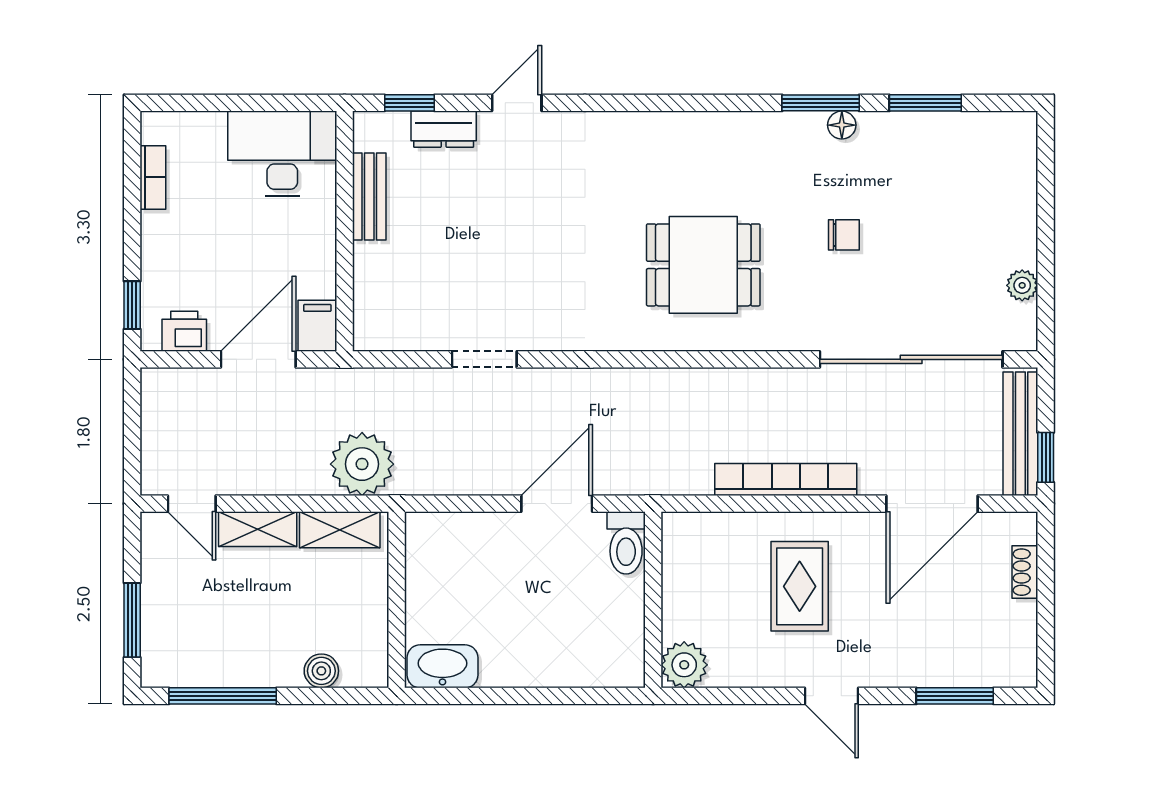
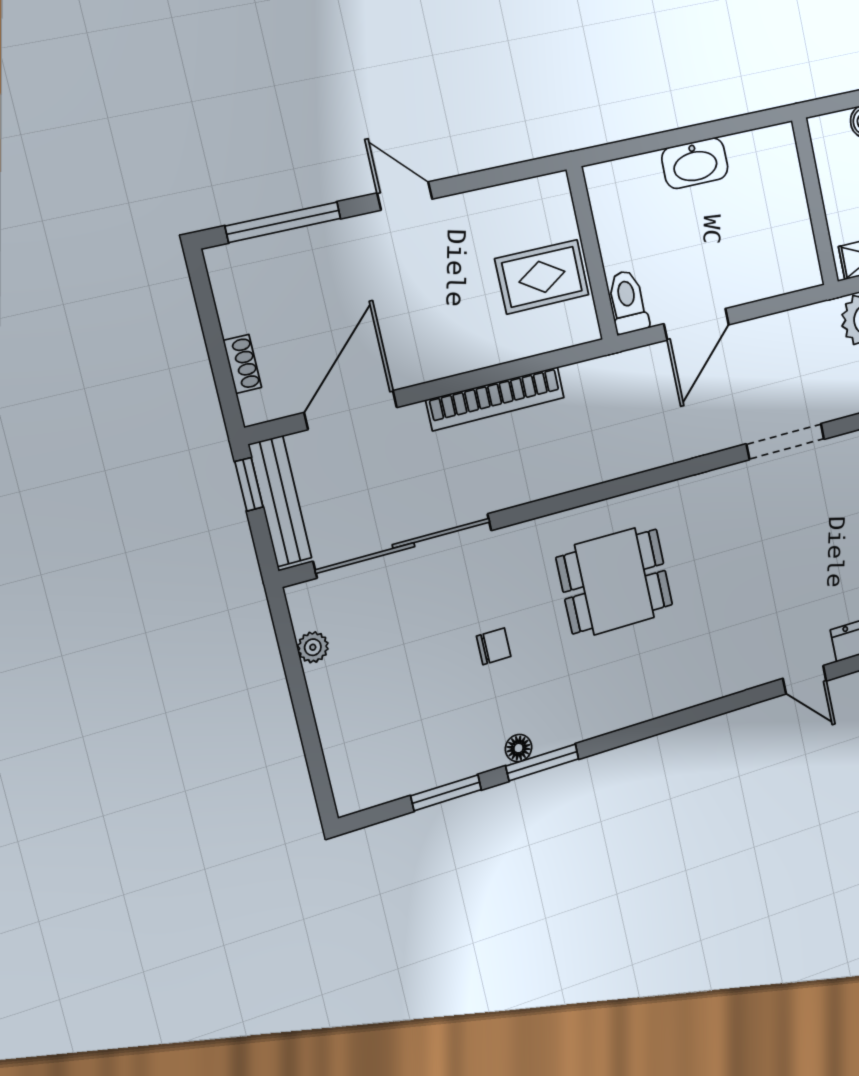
door: (517, 103) -> (805, 680), hinge flipped
chair: (844, 235) -> (494, 646), turned 180
doorway: (484, 359) -> (785, 442), width x1.38
rug: (800, 586) -> (542, 277), moved, turned 90
plant: (684, 665) -> (550, 197), removed
washbasin: (443, 666) -> (695, 163), moved
window: (955, 696) -> (283, 222), width x1.44

